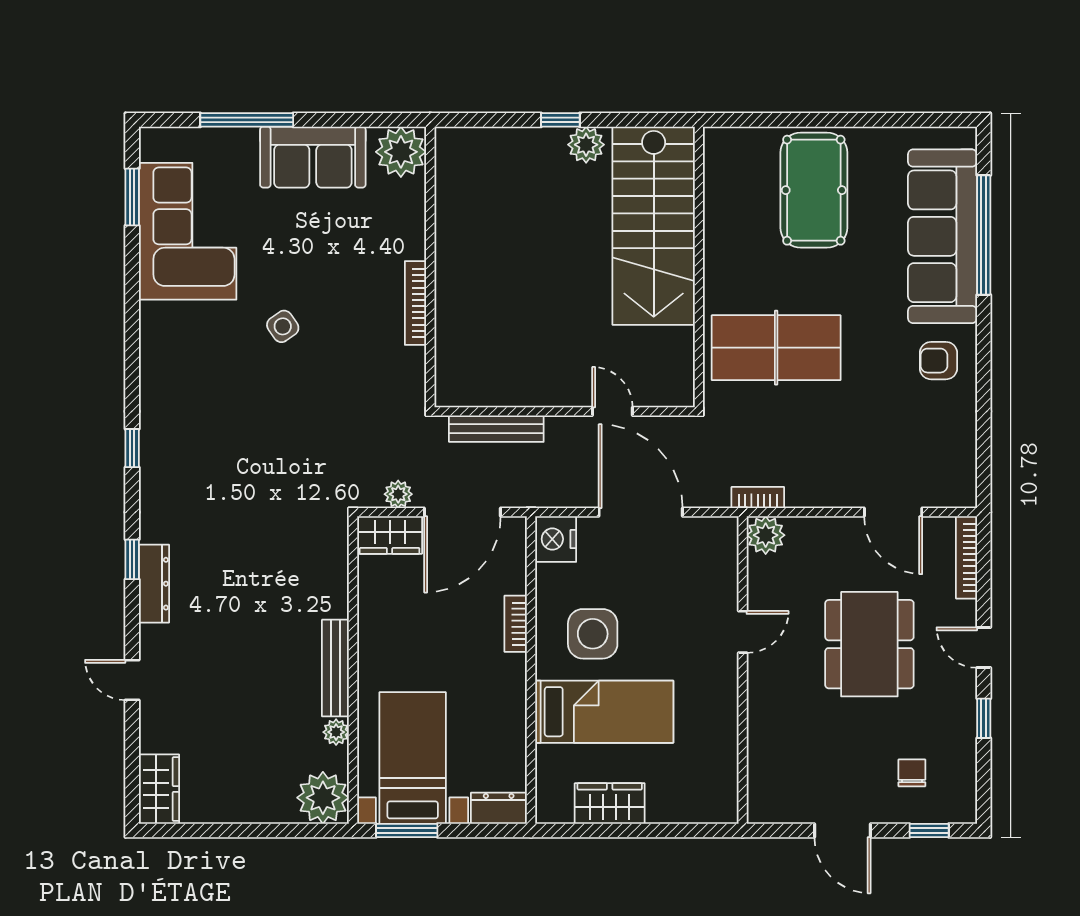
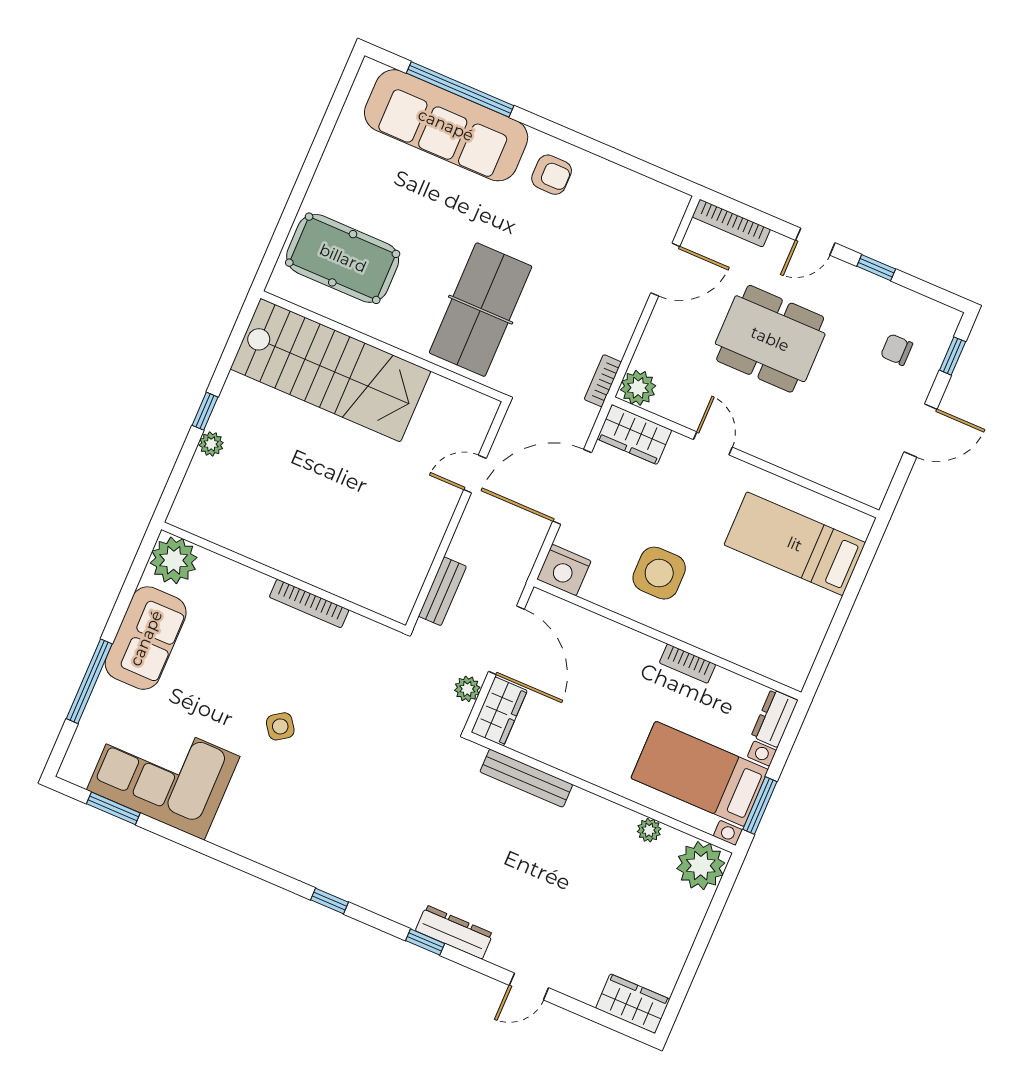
plant: (586, 145) -> (211, 444), moved, width x0.73, depth x0.73
pool table: (814, 190) -> (343, 258), moved
armchair: (938, 361) -> (552, 175), turned -90
bench: (496, 429) -> (442, 591), width x0.73
bookcase: (516, 624) -> (687, 664), moved
bench: (335, 668) -> (526, 778), moved
bed: (604, 712) -> (795, 544), moved, turned -90
wardrobe: (610, 803) -> (634, 434), moved, turned -90

